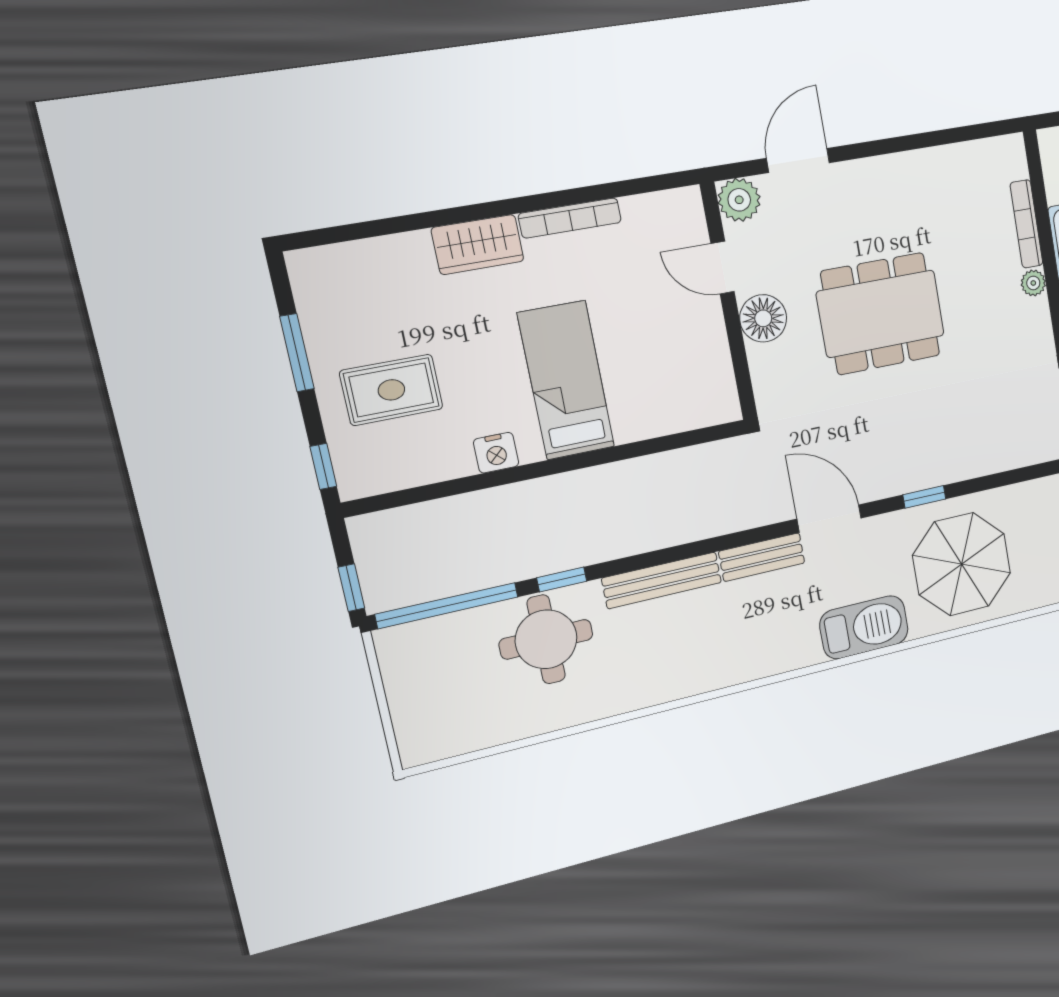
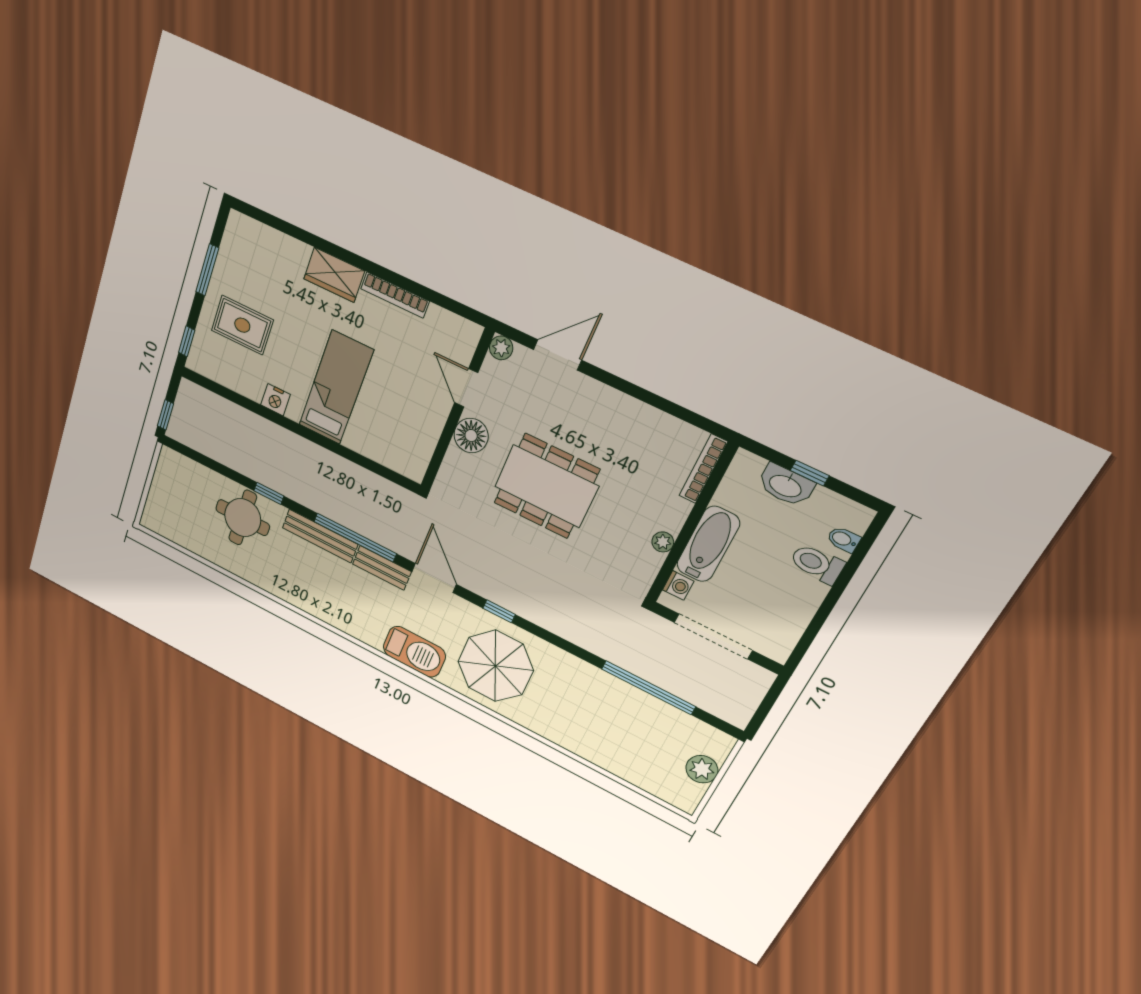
plant: (739, 200) -> (501, 348), width x0.73, depth x0.73
bookcase: (1026, 224) -> (703, 469), moved
window: (447, 606) -> (355, 538), moved

